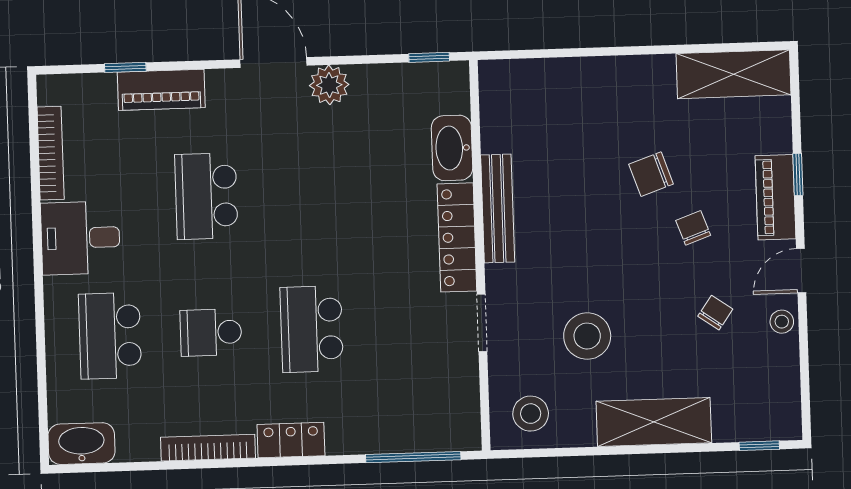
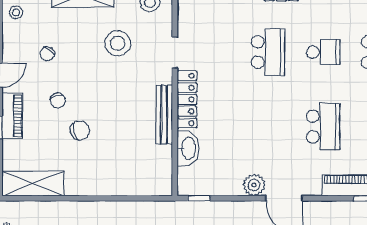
stool: (782, 322) -> (16, 12), moved

